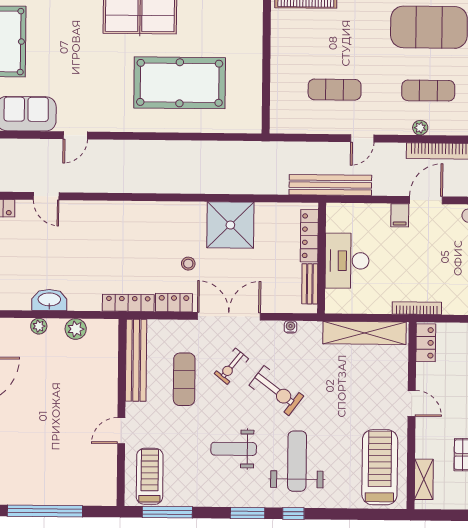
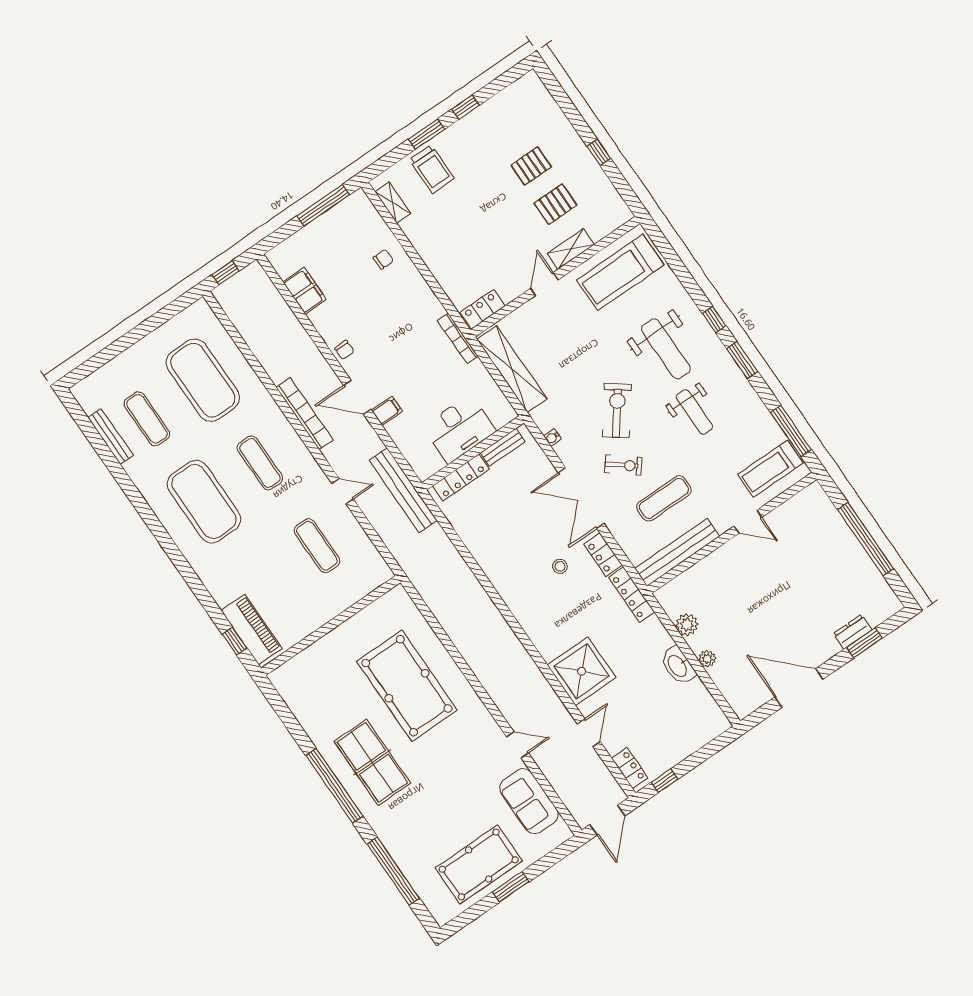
plant: (420, 128) -> (297, 447), removed
shower: (230, 225) -> (582, 671), moved
weight bench: (297, 461) -> (666, 349), turned -90
shelving: (424, 479) -> (571, 249), moved

